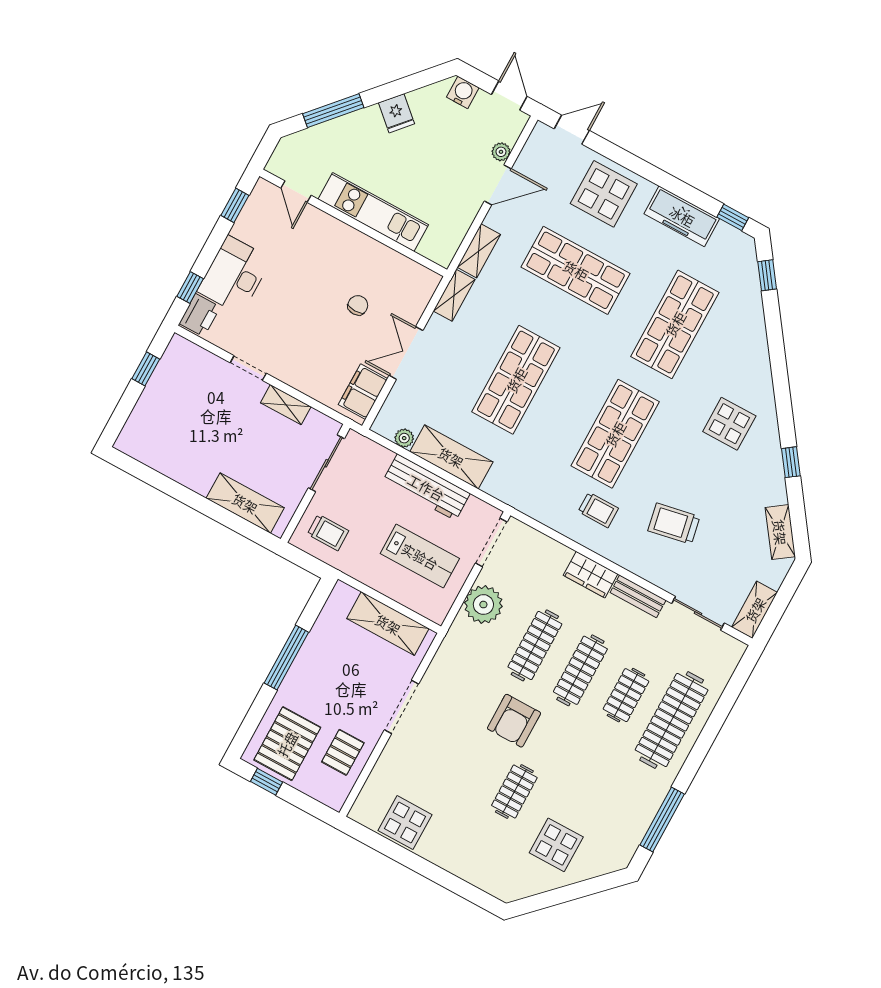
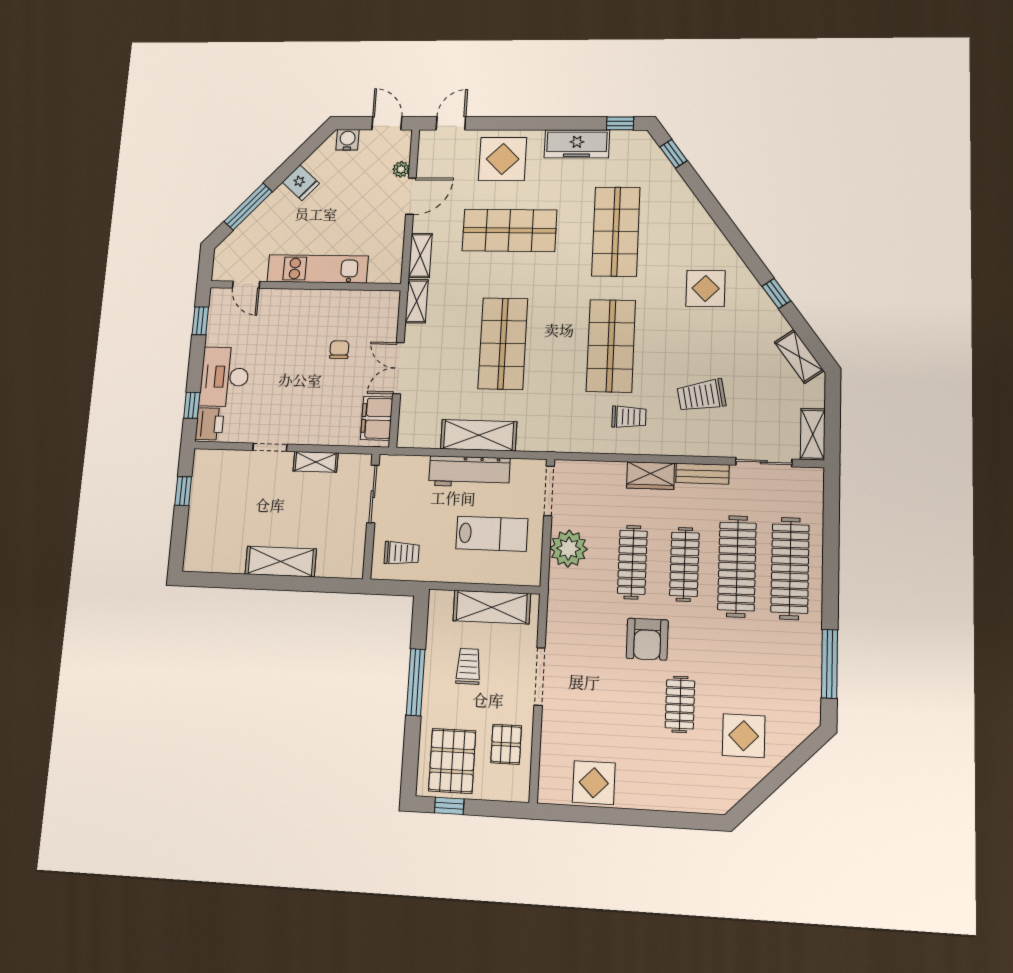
plant: (404, 438) -> (430, 440), removed
shelving: (245, 503) -> (281, 562), moved
trolley: (341, 667) -> (468, 666), added
clothes rail: (626, 695) -> (737, 566), width x1.86, depth x1.31

